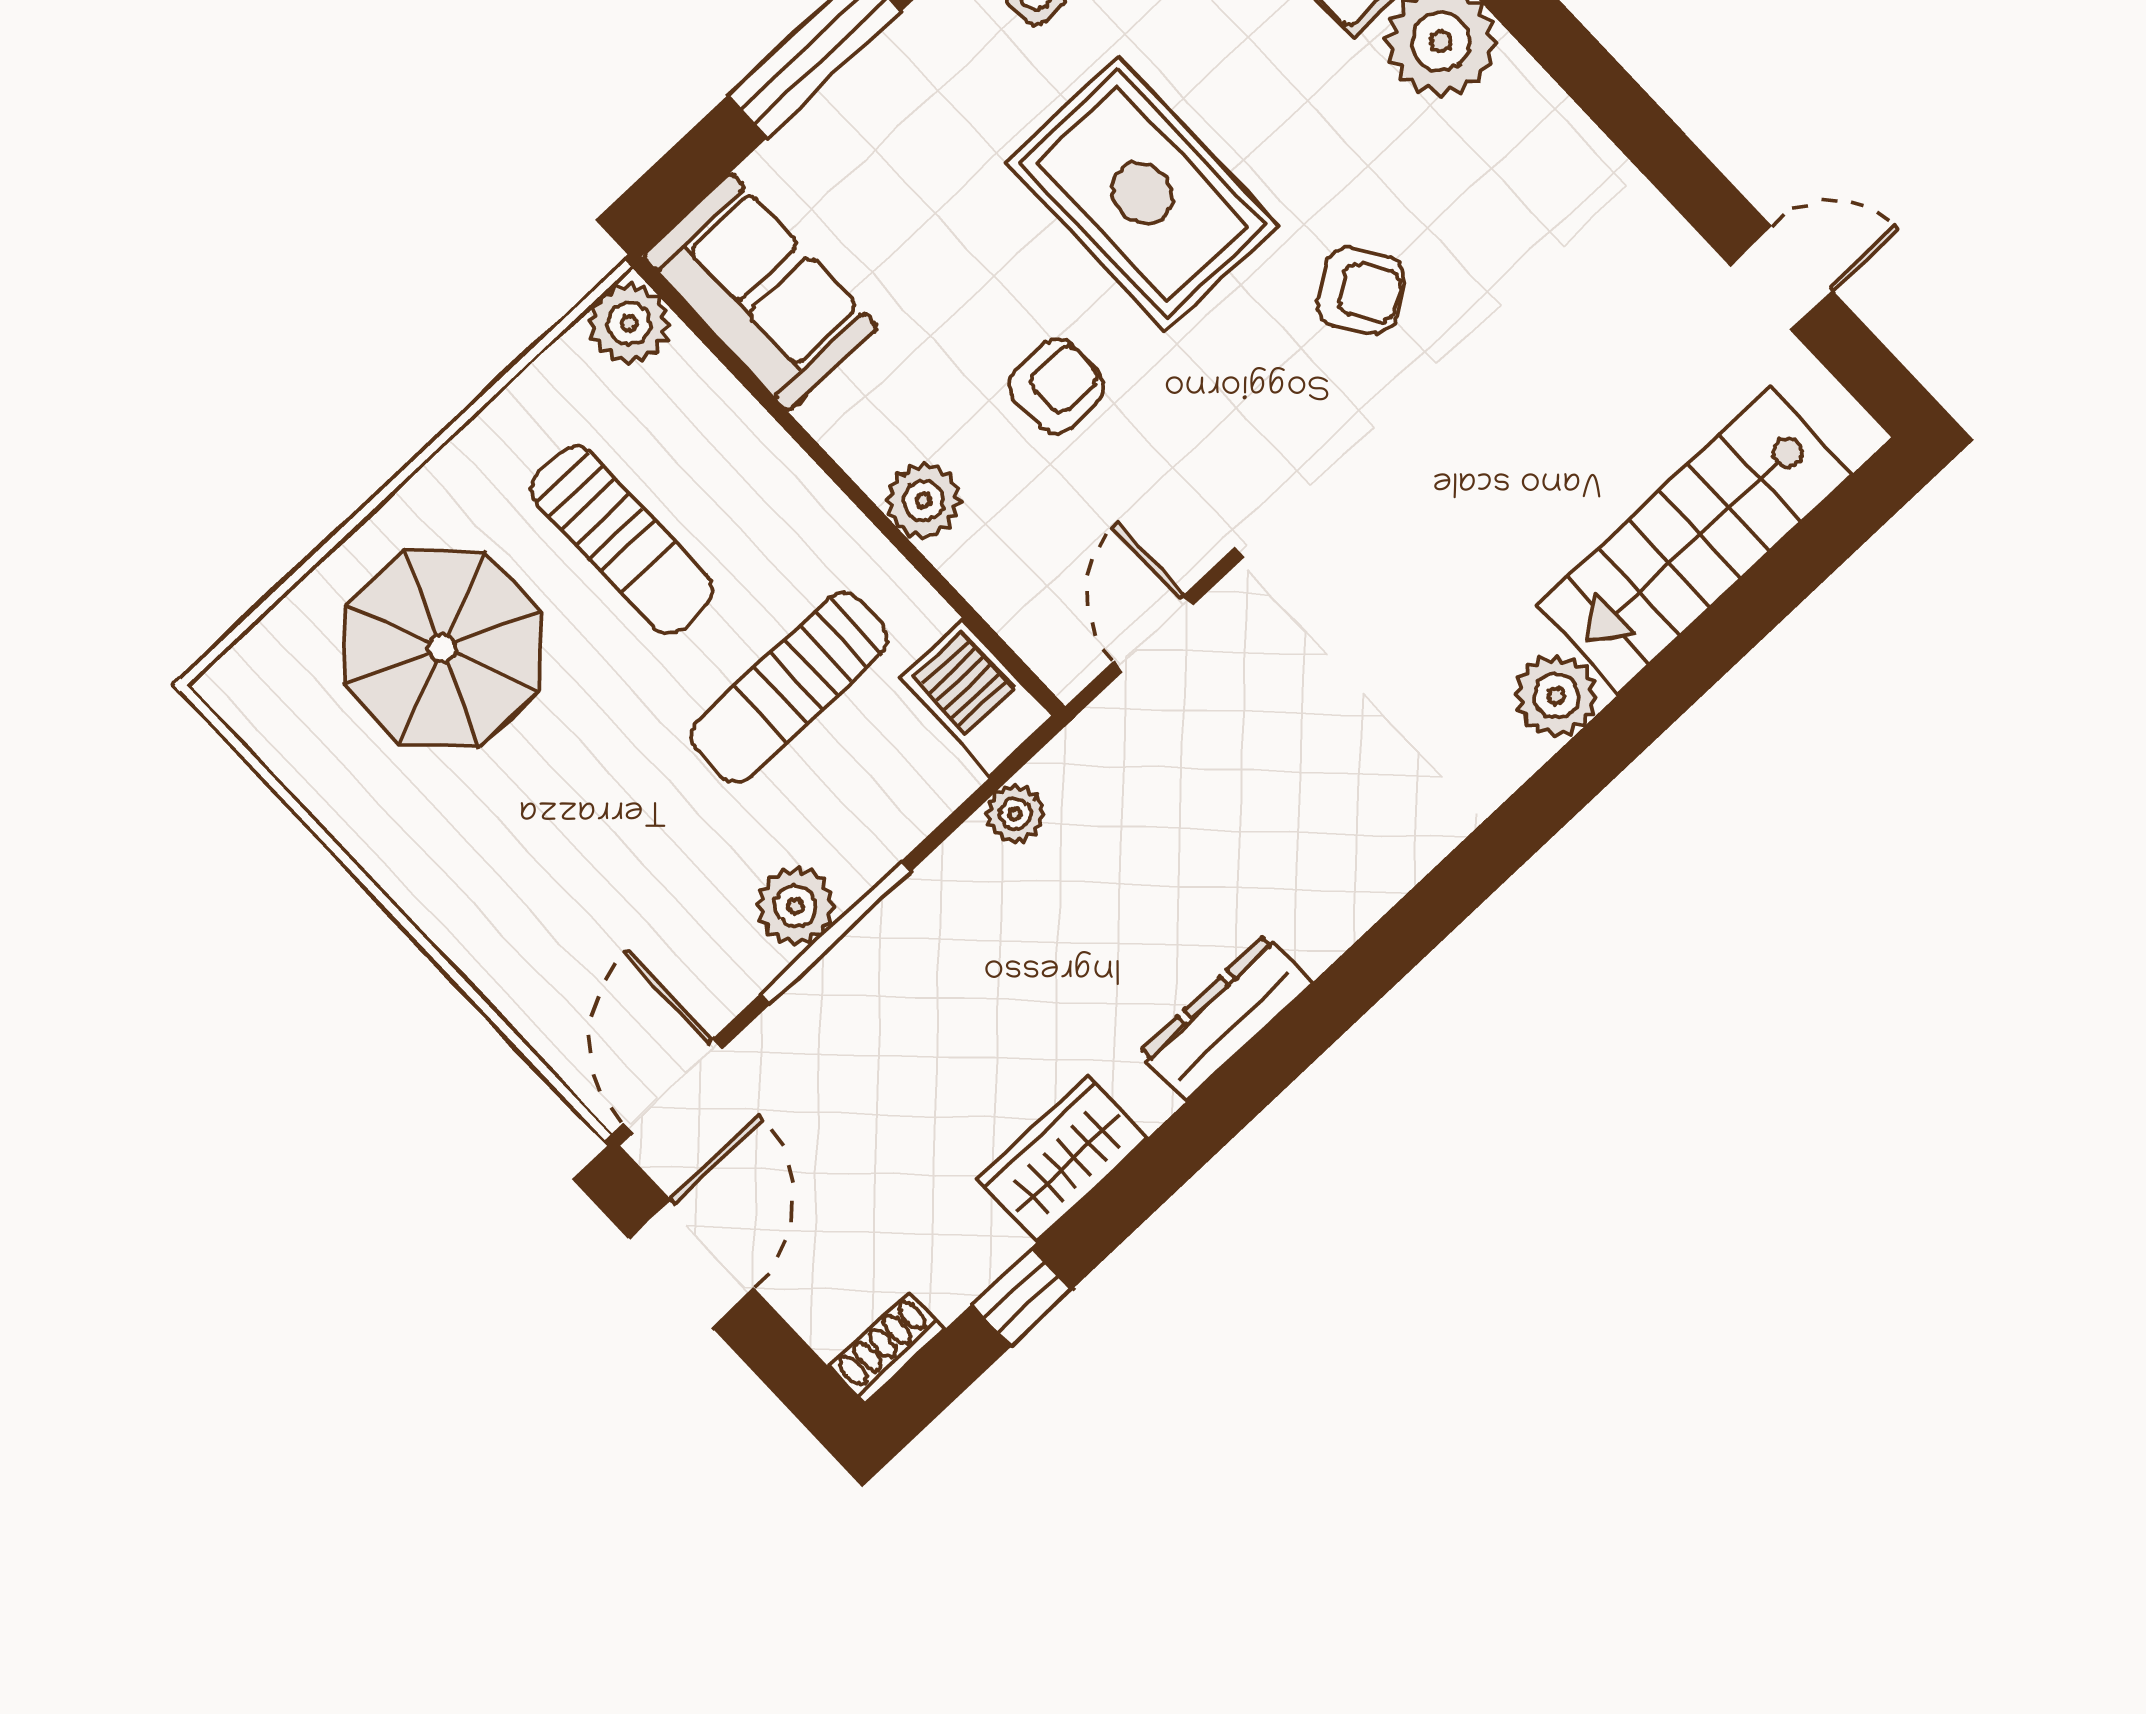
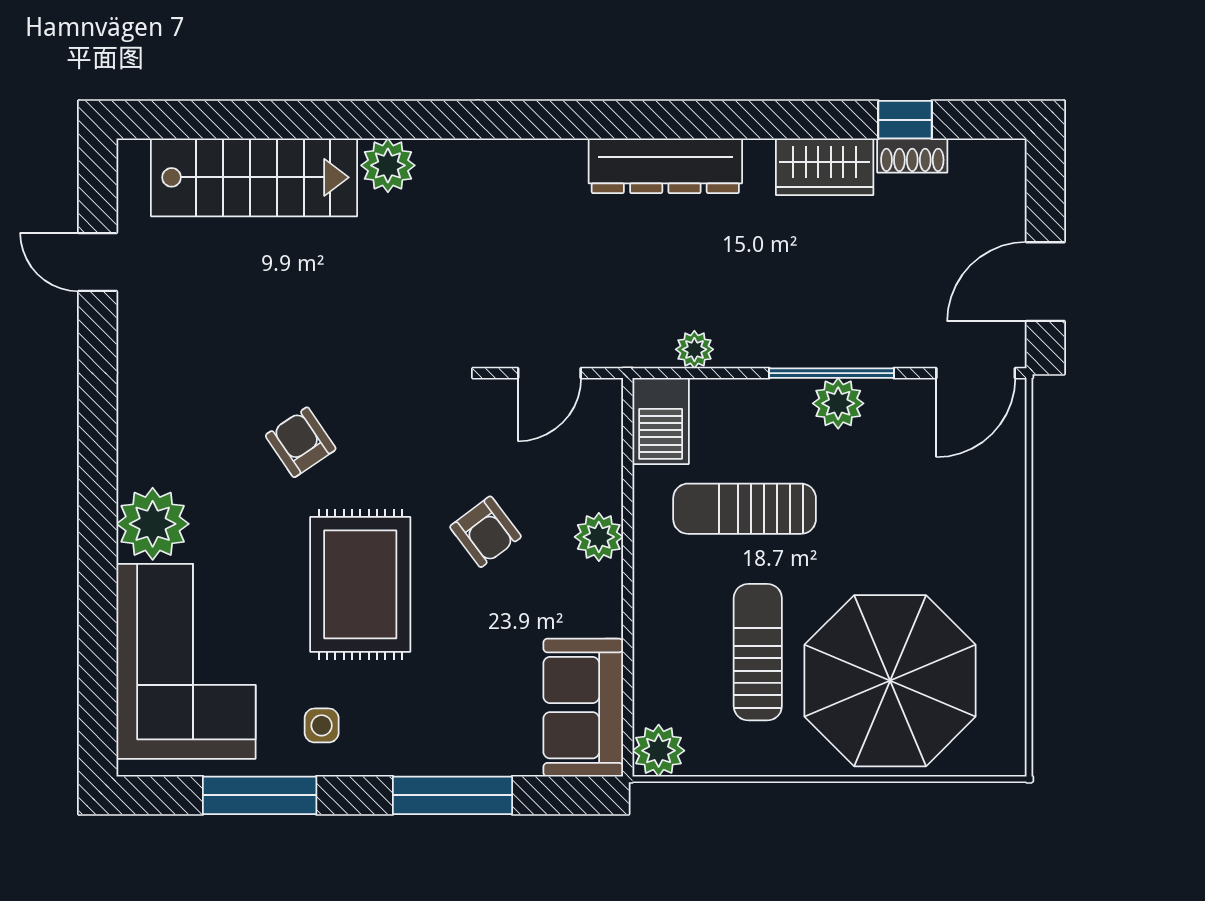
armchair: (1057, 386) -> (486, 532), turned -127
parasol: (442, 648) -> (890, 681), width x1.36, depth x1.36
sun lounger: (789, 687) -> (745, 509), turned 180
dresser: (1226, 1018) -> (665, 166), width x1.37, depth x1.24
shoe rack: (887, 1348) -> (912, 156), moved

